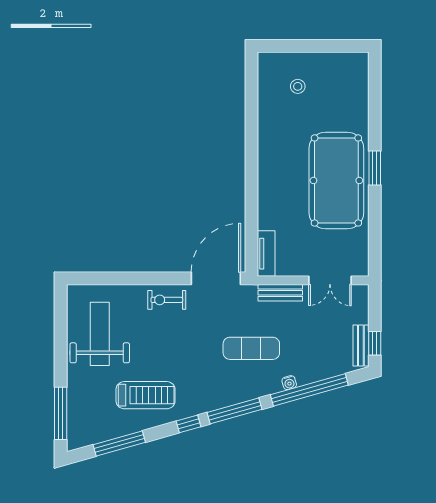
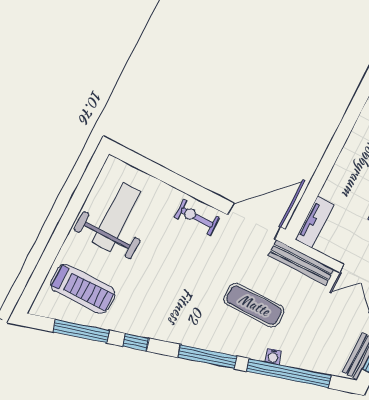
bench: (280, 293) -> (301, 262), width x1.36
treadmill: (146, 395) -> (83, 289), moved
window: (61, 413) -> (40, 274), removed
window: (189, 424) -> (136, 342), moved

